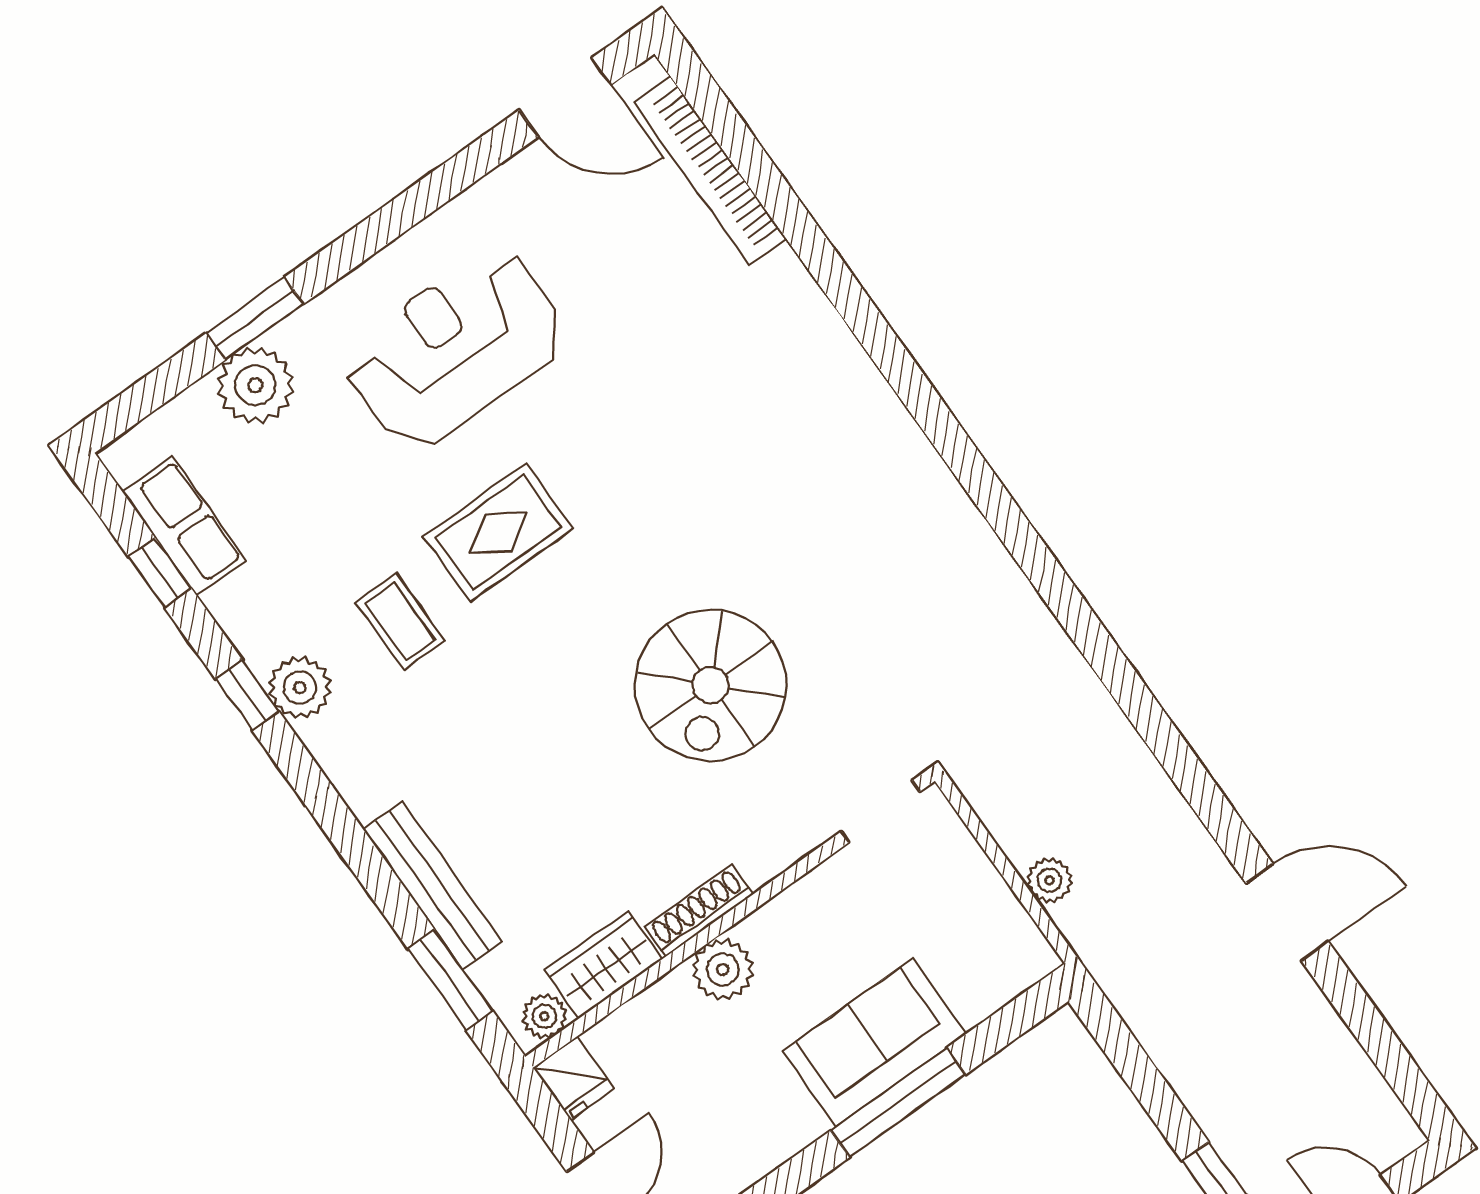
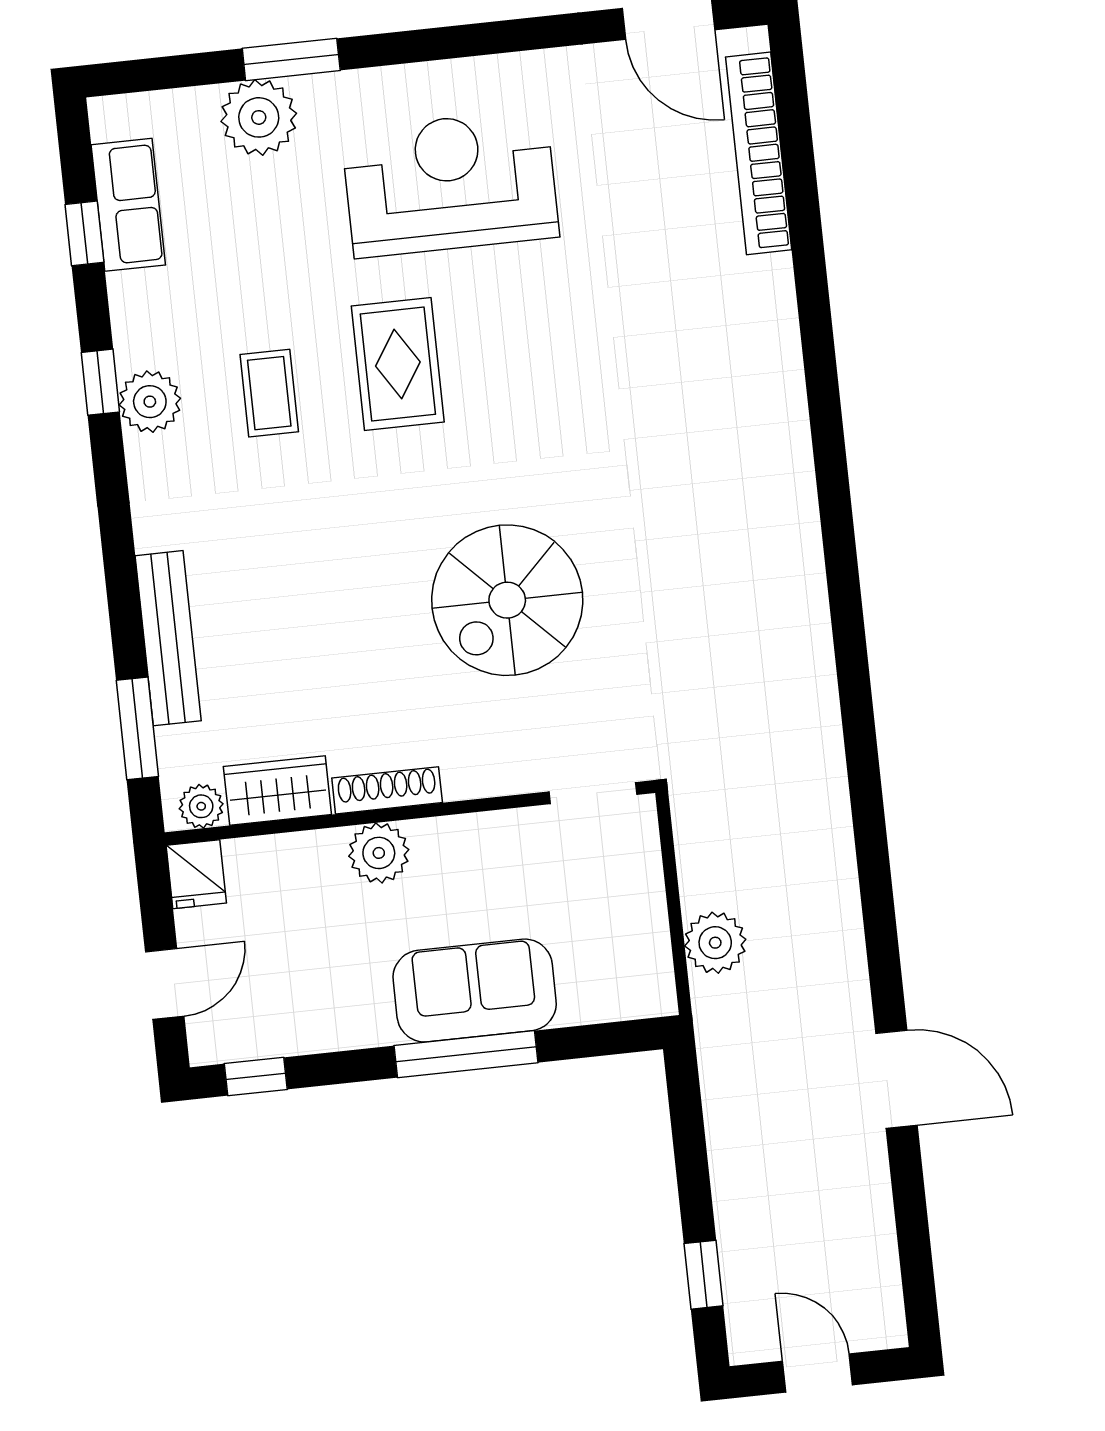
rug: (498, 532) -> (398, 364), turned 90
plant: (1049, 880) -> (715, 943), width x1.38, depth x1.38

